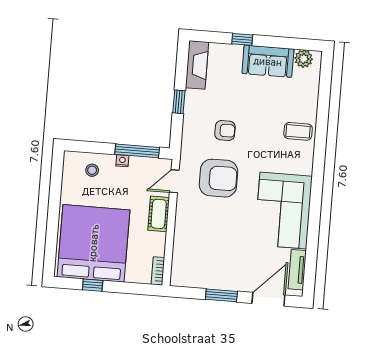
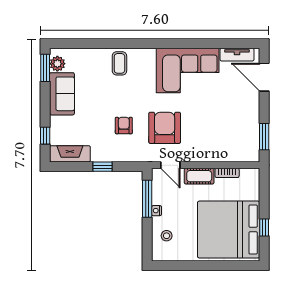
window: (242, 39) -> (45, 136), moved
window: (300, 44) -> (45, 68), added
bookcase: (158, 271) -> (227, 173), moved
window: (221, 295) -> (264, 137), moved

